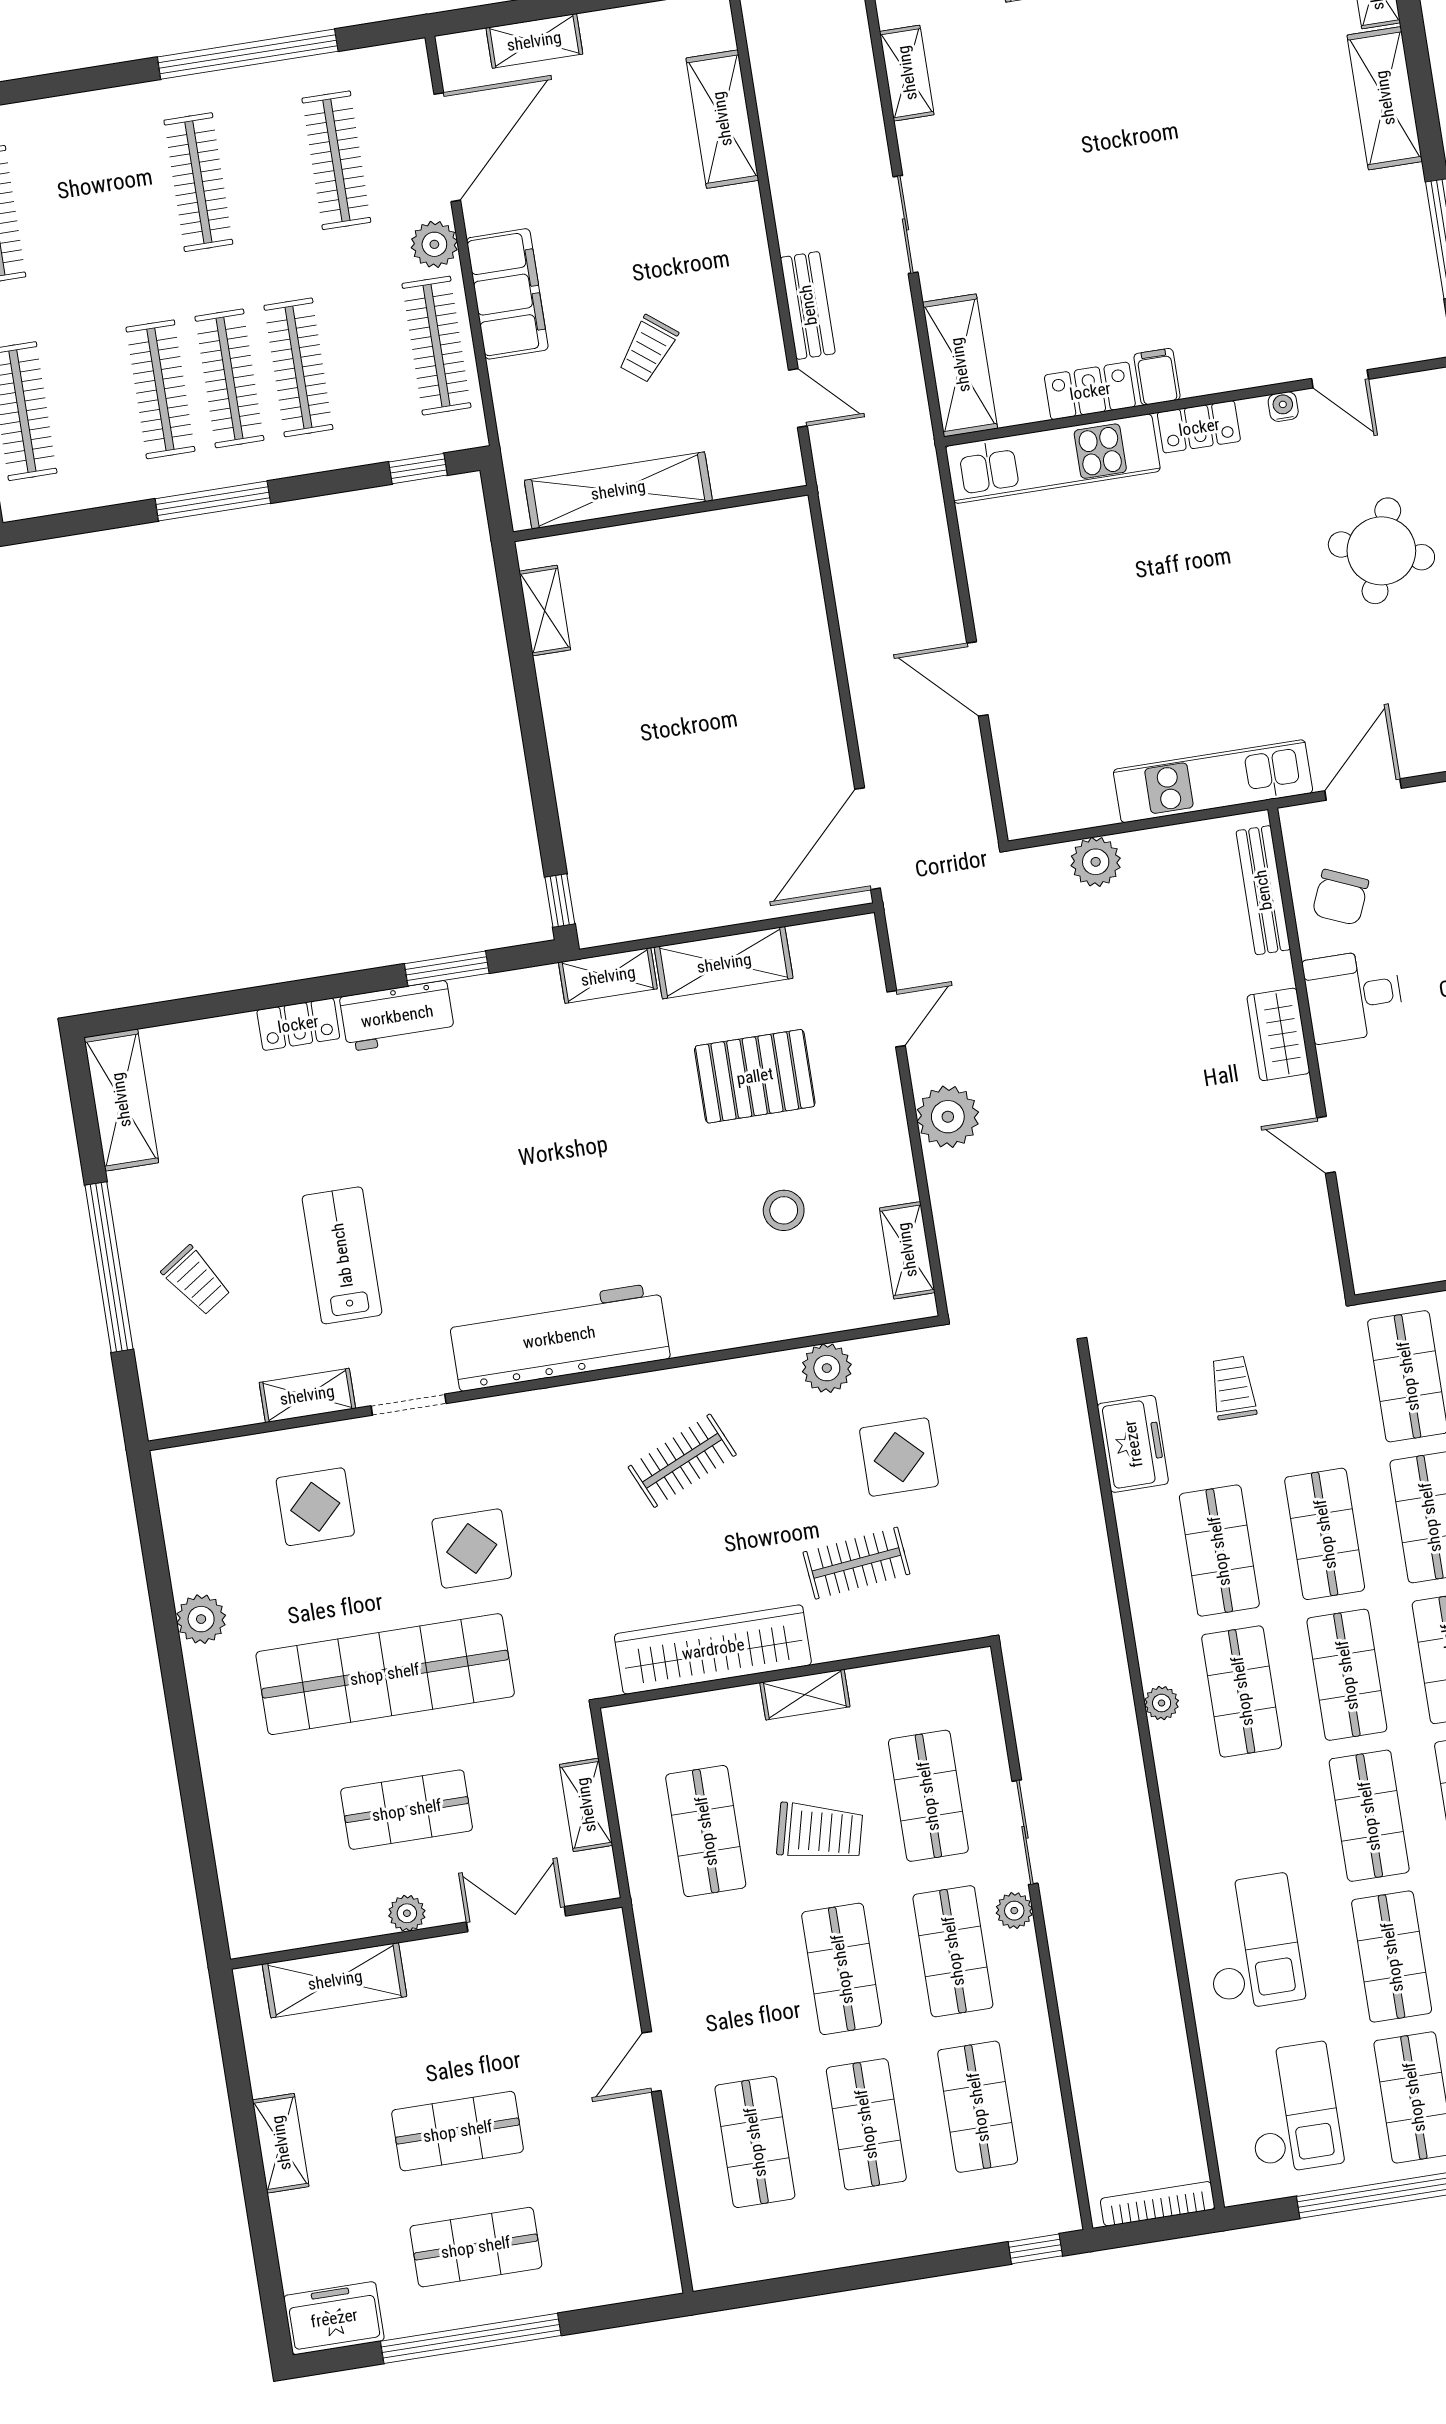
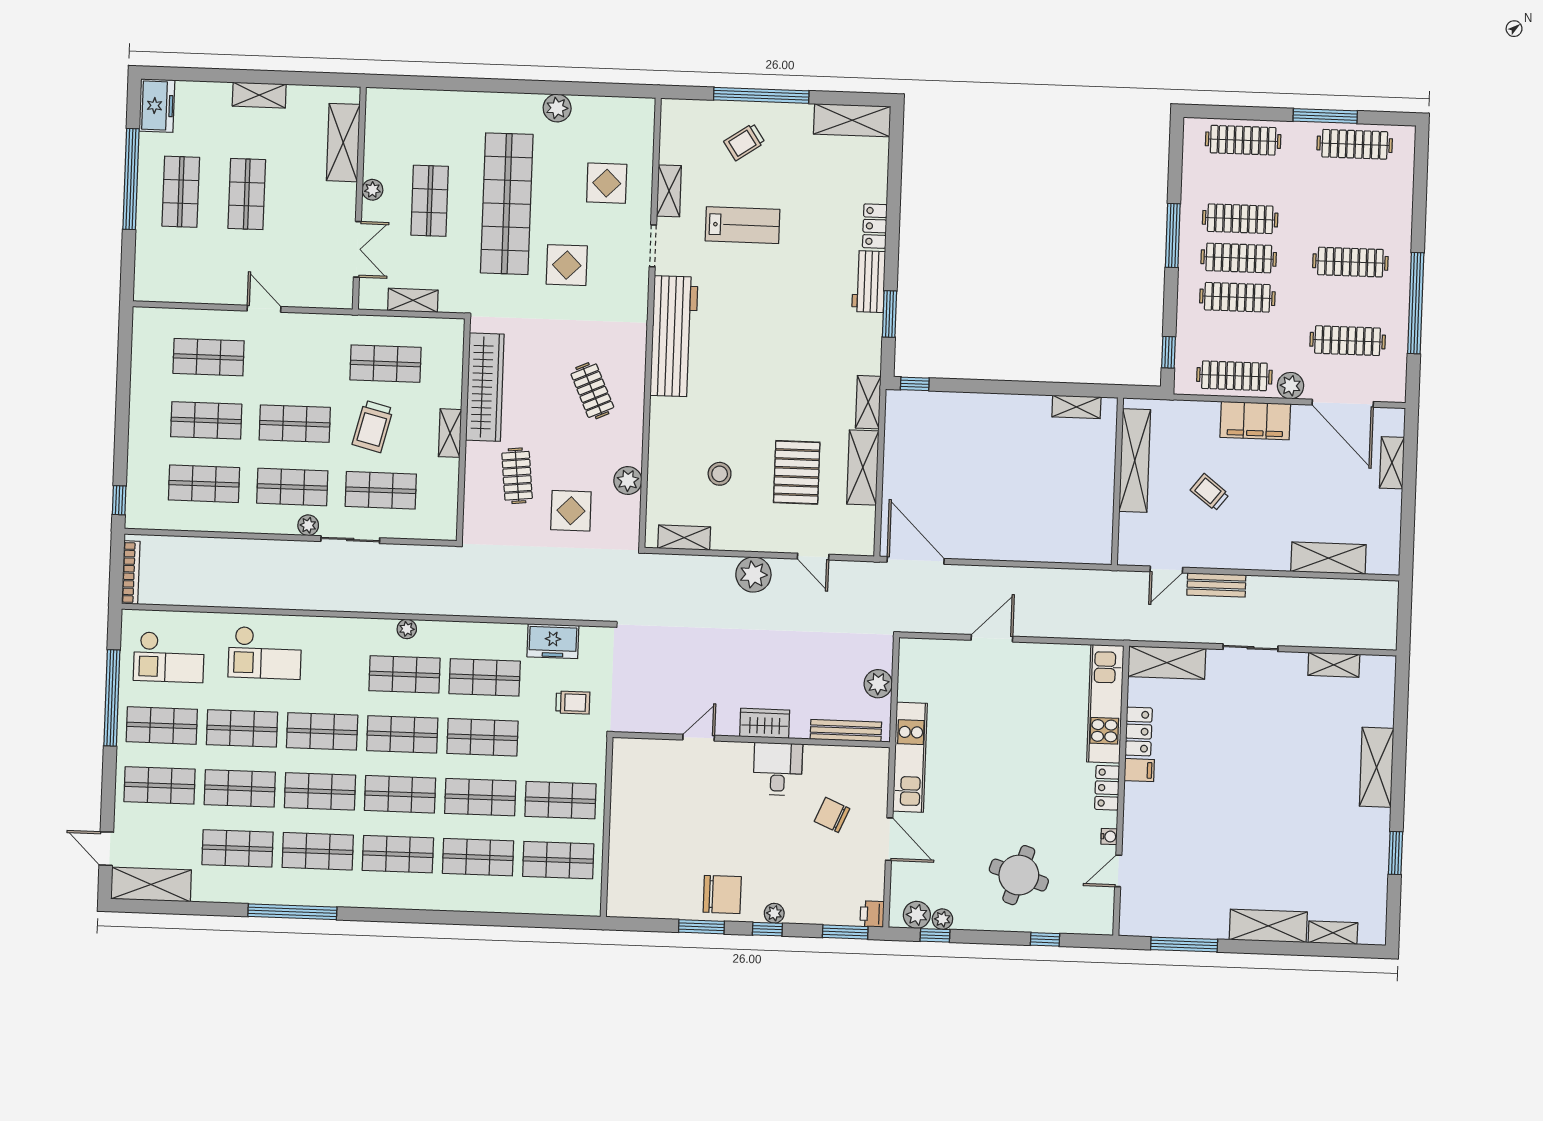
bench: (1263, 890) -> (846, 731), moved
desk: (1354, 996) -> (778, 769), moved
wardrobe: (1278, 1034) -> (765, 723), moved
wall: (1311, 1052) -> (751, 740), moved
door: (1326, 1145) -> (699, 738), moved

